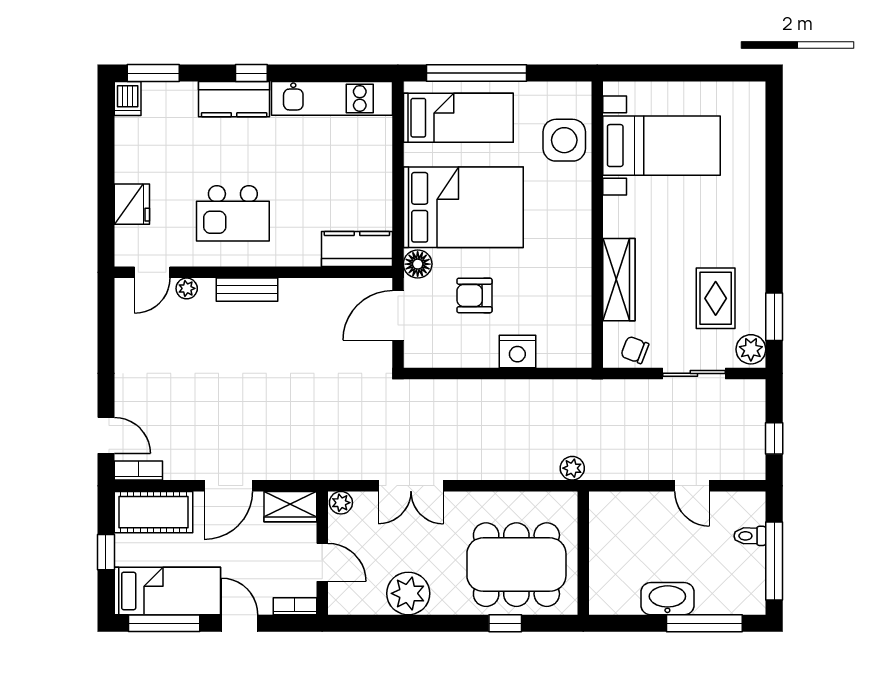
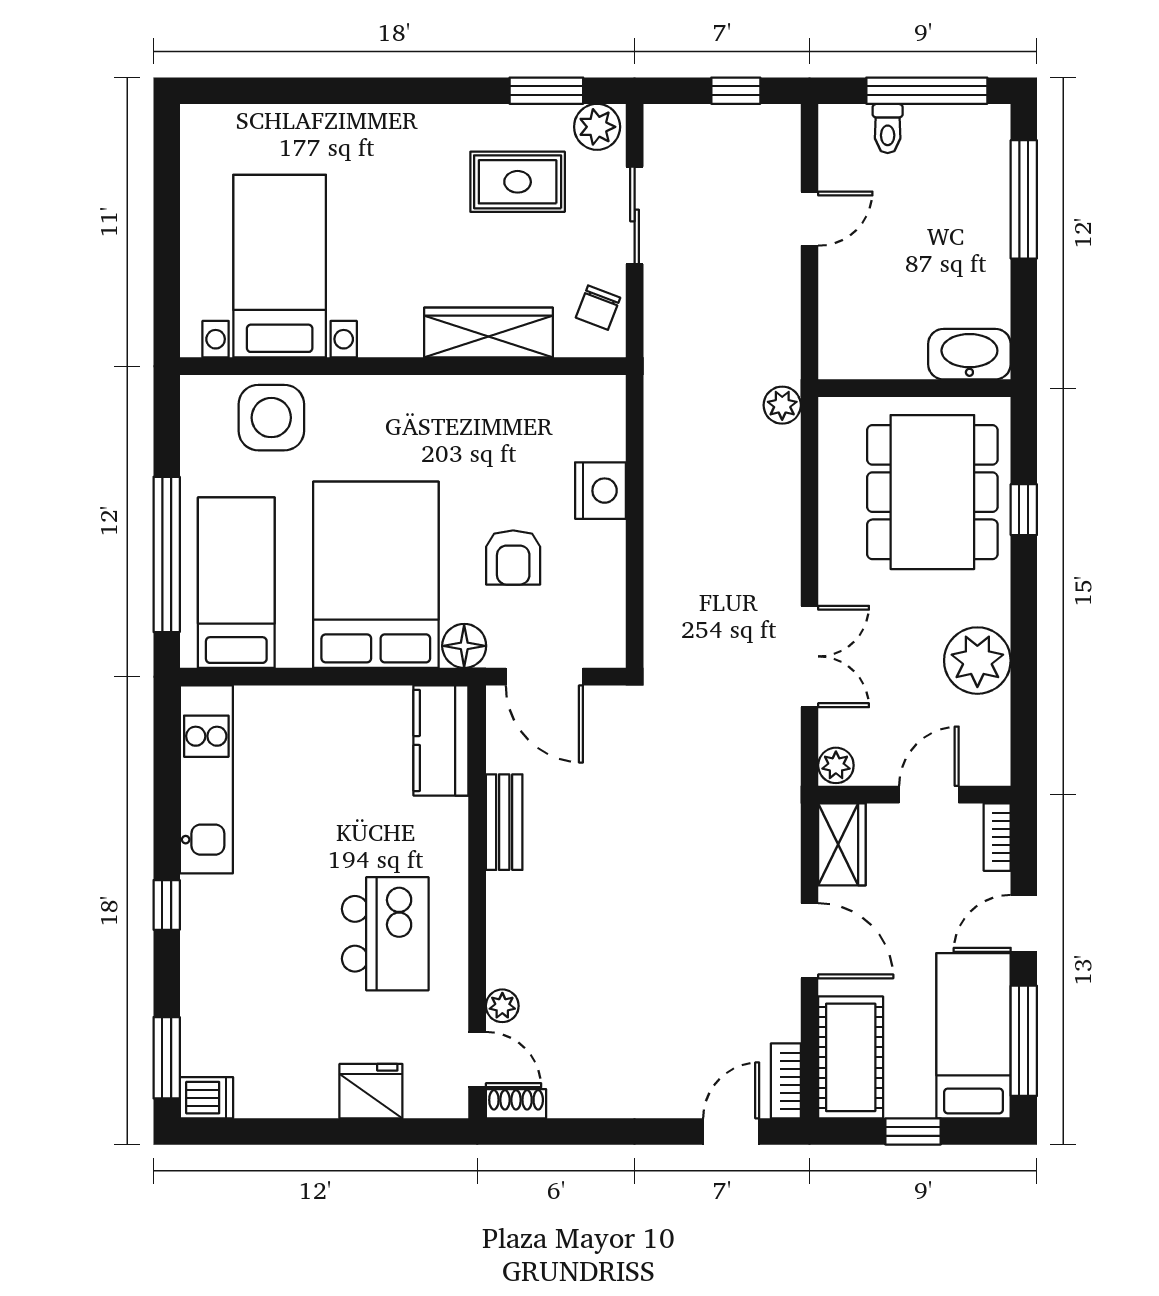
kitchen counter: (234, 99) -> (207, 932), removed
bench: (247, 290) -> (504, 822), moved
shoe rack: (124, 297) -> (516, 1104), added
washbasin: (667, 599) -> (969, 354), moved, turned 90

